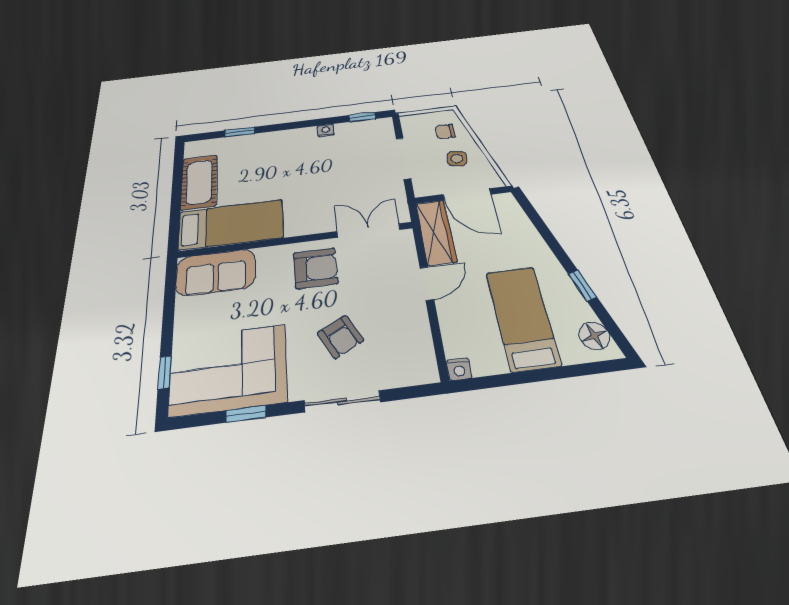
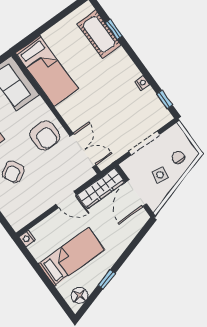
cot: (199, 182) -> (99, 34), moved, turned 90

